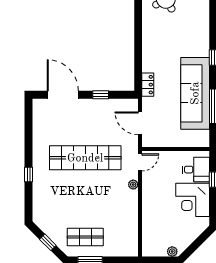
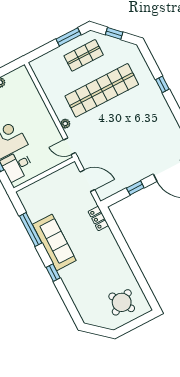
sofa: (195, 93) -> (54, 242), width x0.74, depth x0.79
shop shelf: (85, 158) -> (102, 90), moved
door: (140, 162) -> (69, 146), hinge flipped

